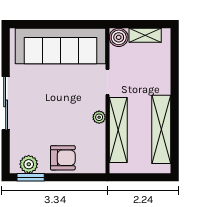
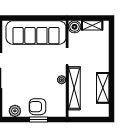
shelving: (161, 129) -> (103, 88), width x0.68
armchair: (63, 158) -> (37, 107), turned 180
window: (31, 177) -> (38, 120), moved

